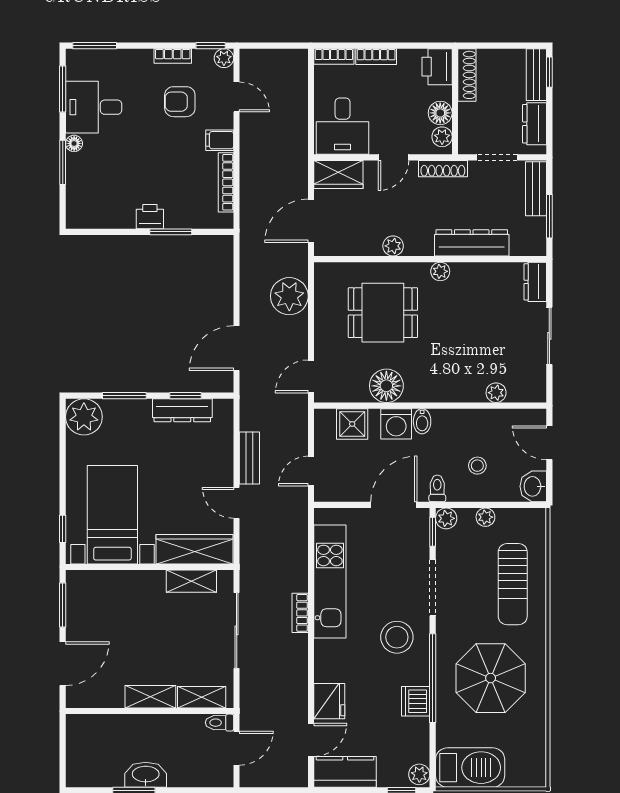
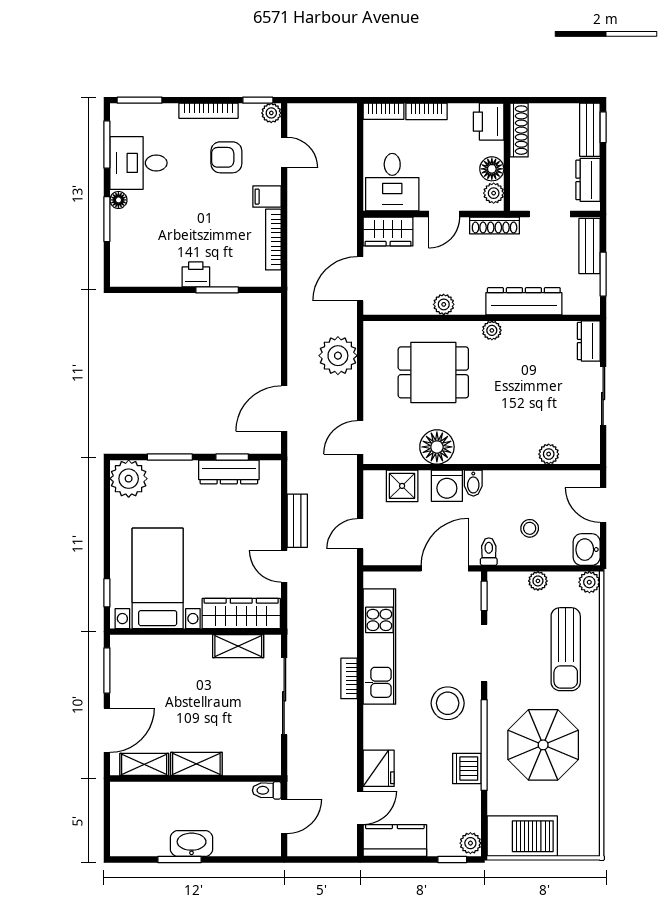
bookcase: (173, 56) -> (209, 111), width x1.56
plant: (446, 518) -> (589, 582), moved
shelving: (202, 697) -> (144, 764), moved

